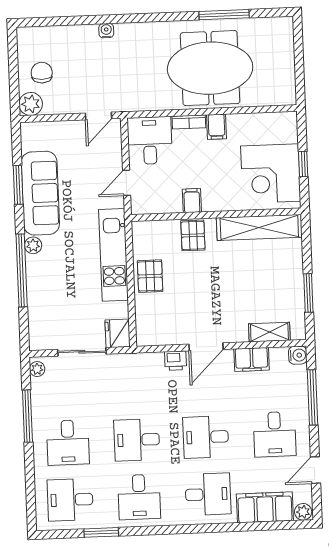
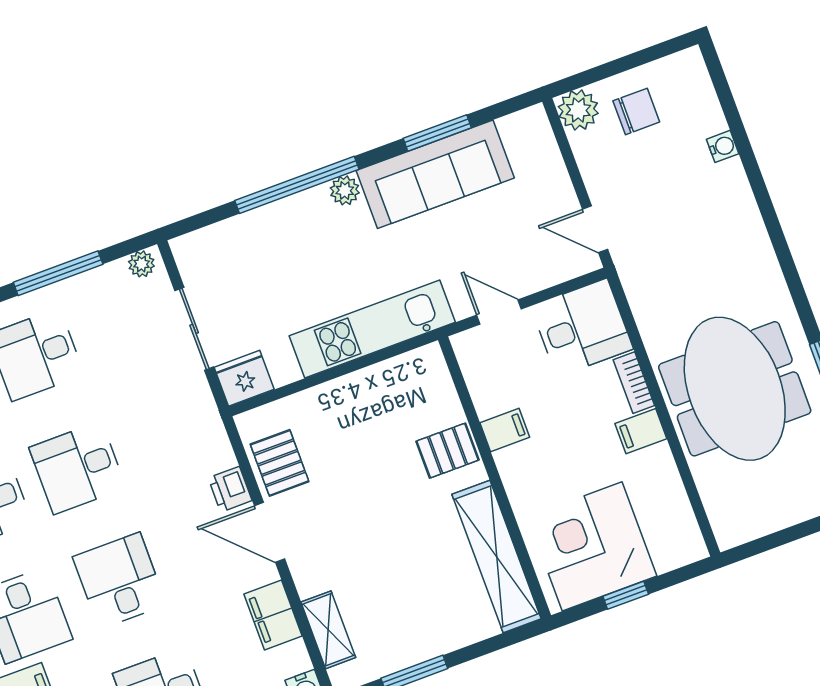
water cooler: (106, 31) -> (723, 146), moved
pallet: (150, 276) -> (280, 463), moved, turned 90
desk: (137, 440) -> (78, 468), turned -90

